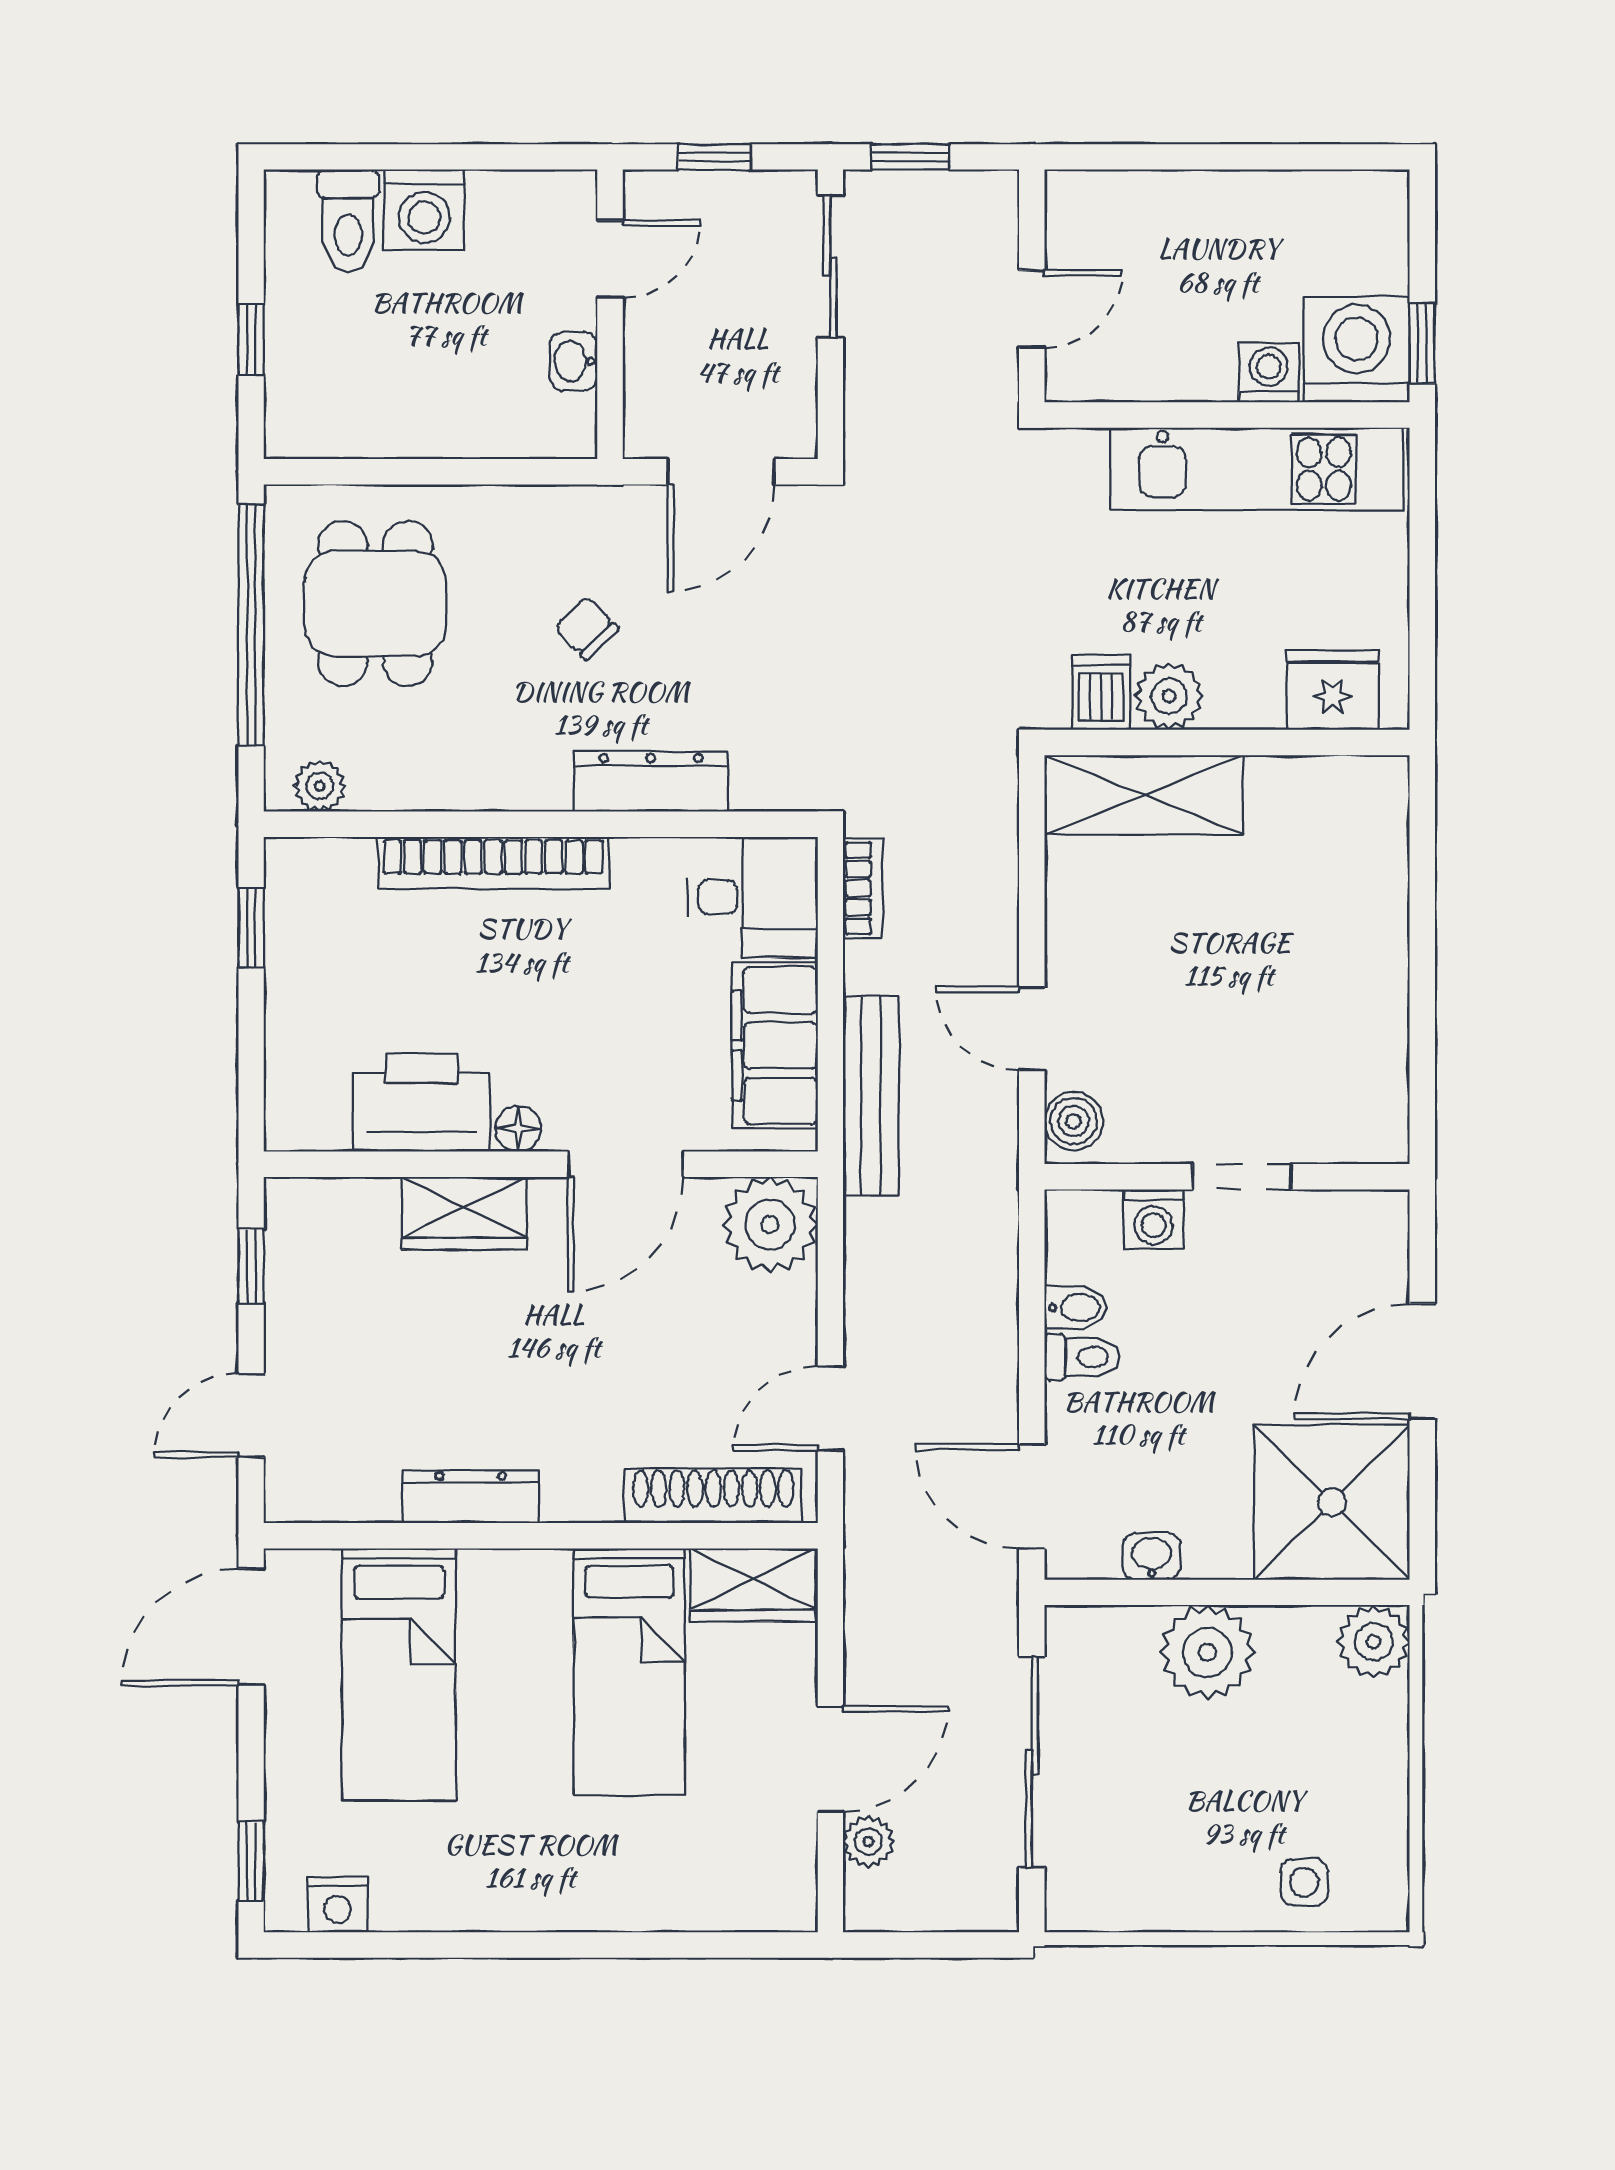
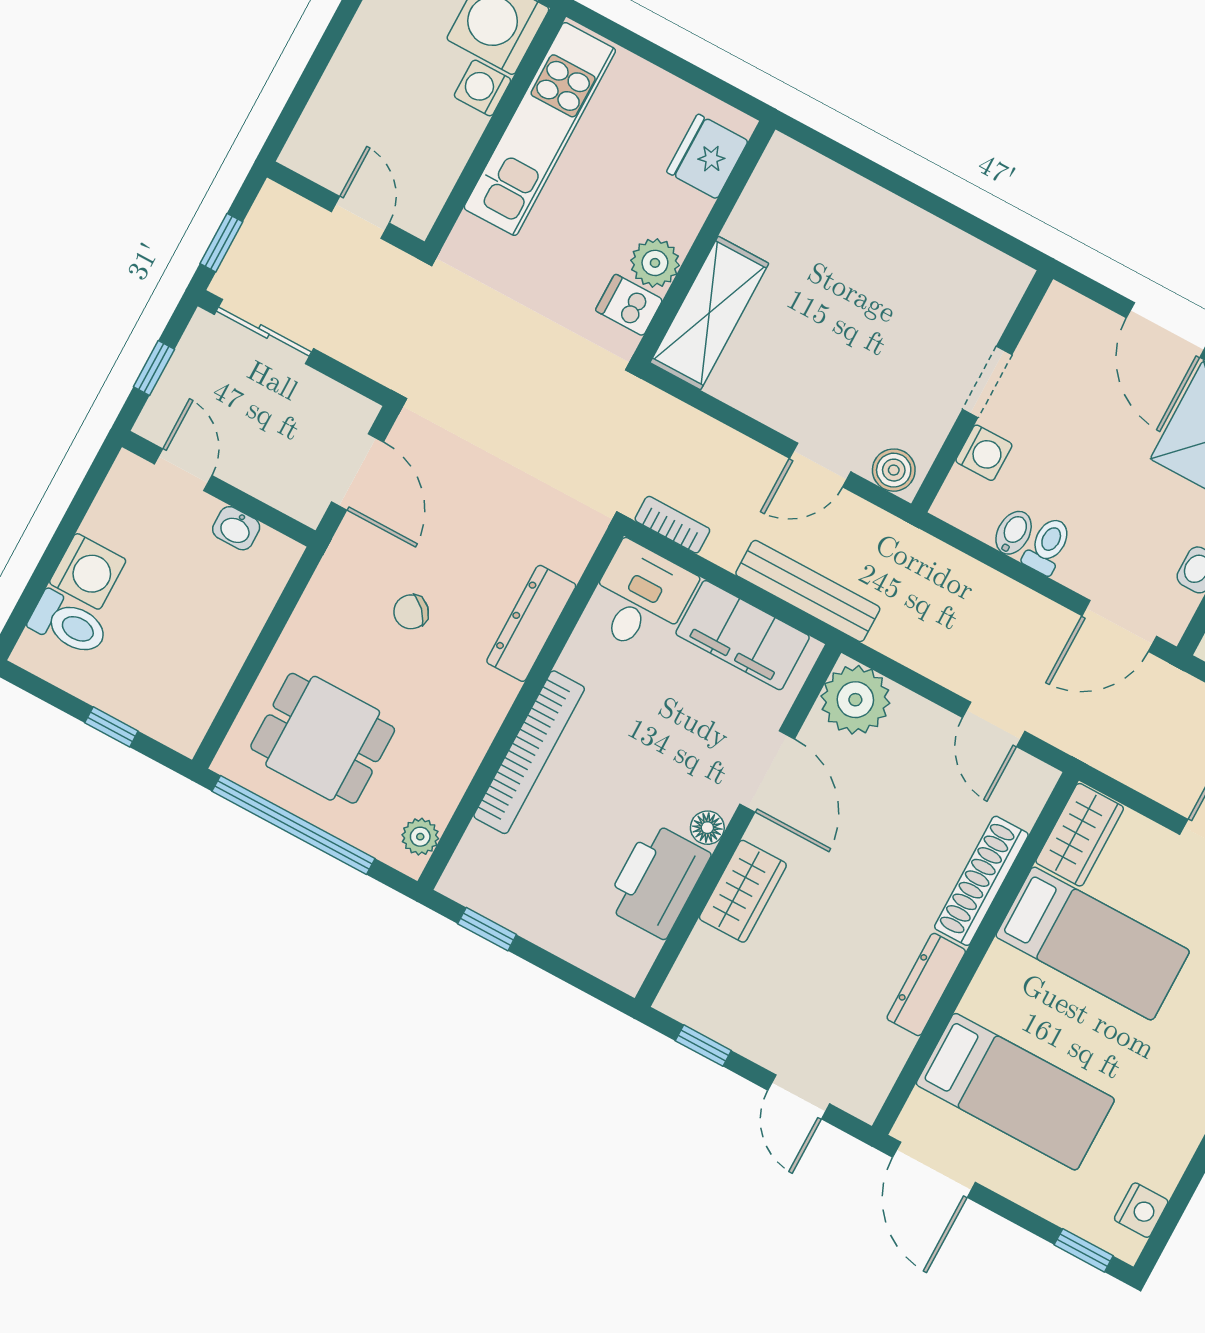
shoe rack: (713, 1496) -> (981, 881), moved

